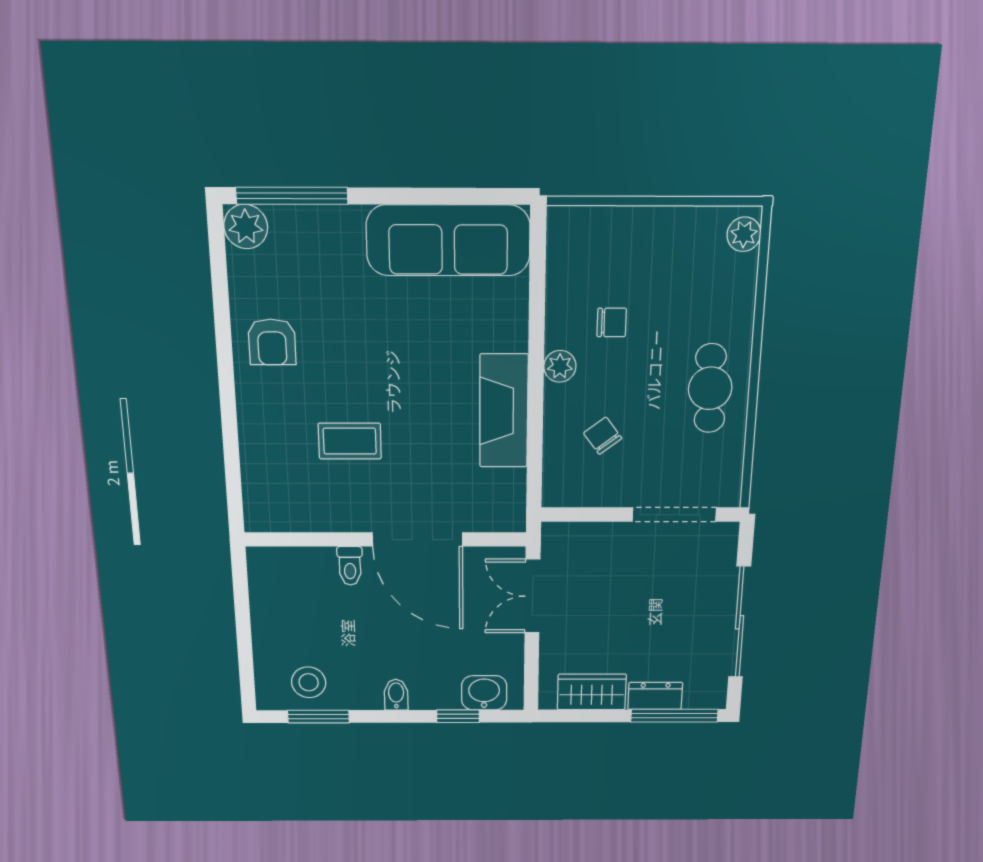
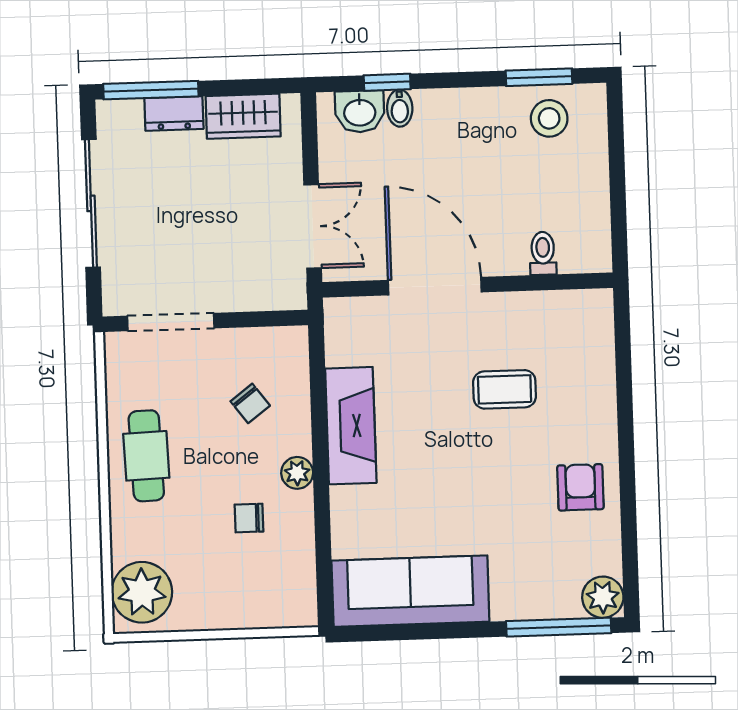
plant: (744, 234) -> (142, 592), width x1.88, depth x1.88
toilet: (350, 566) -> (543, 253), moved
bidet: (396, 695) -> (400, 108), moved

